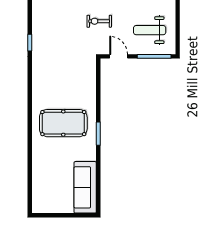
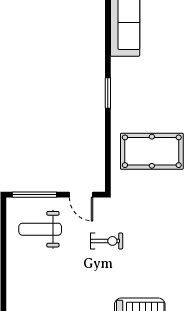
weight bench: (150, 30) -> (40, 229), turned 180
pool table: (63, 123) -> (152, 151), moved

